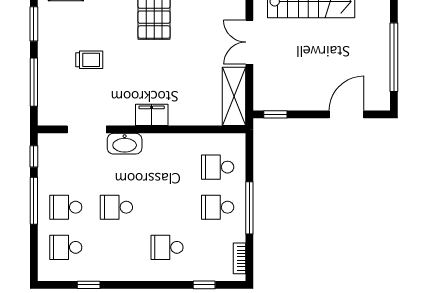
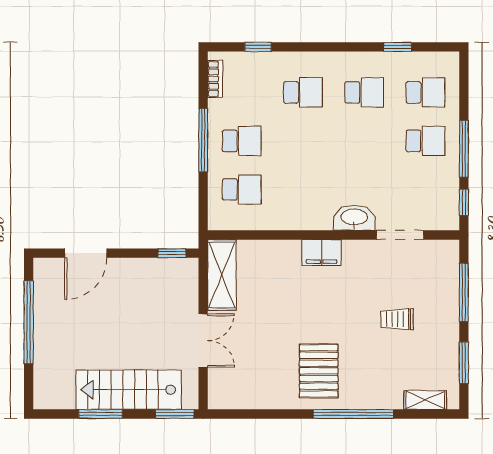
school desk: (116, 207) -> (364, 92), moved

